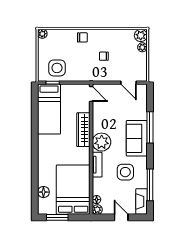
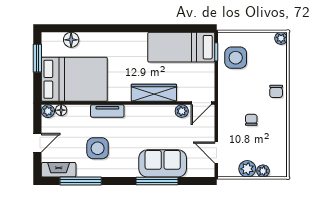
plant: (141, 35) -> (247, 169), moved
door: (128, 83) -> (216, 153), hinge flipped
sofa: (137, 138) -> (163, 163), moved
plant: (102, 142) -> (182, 111), moved, width x0.53, depth x0.53

